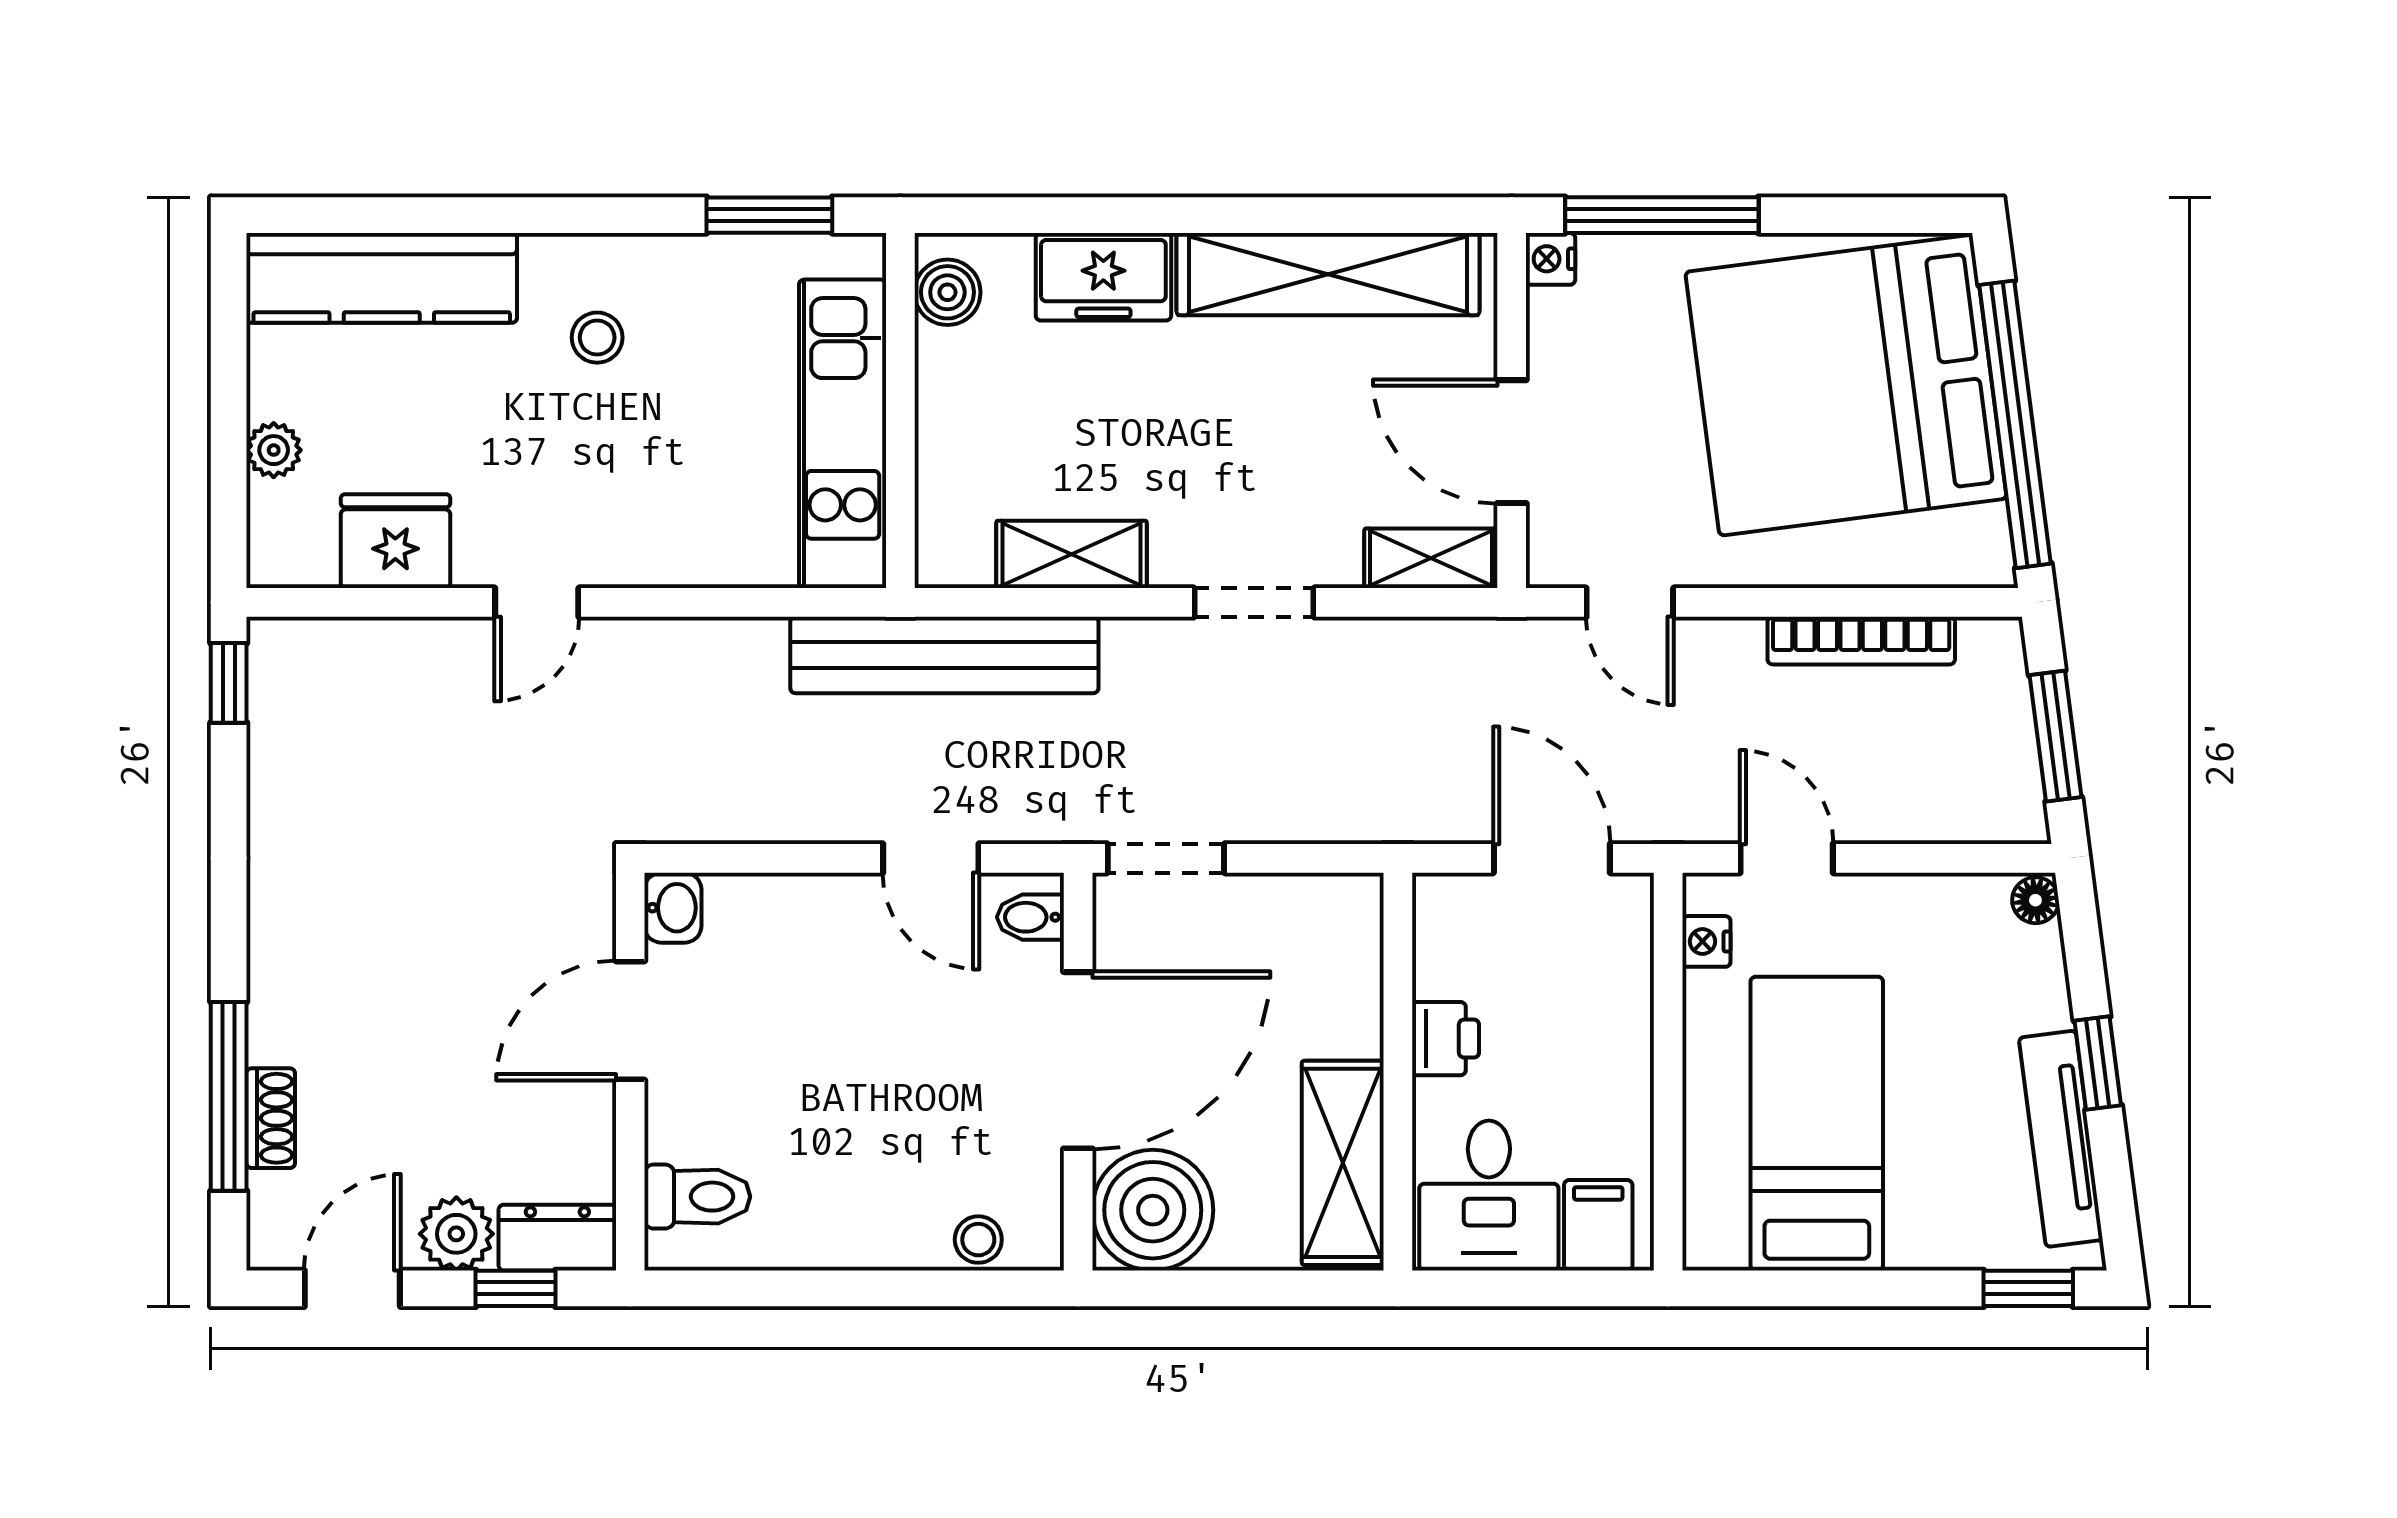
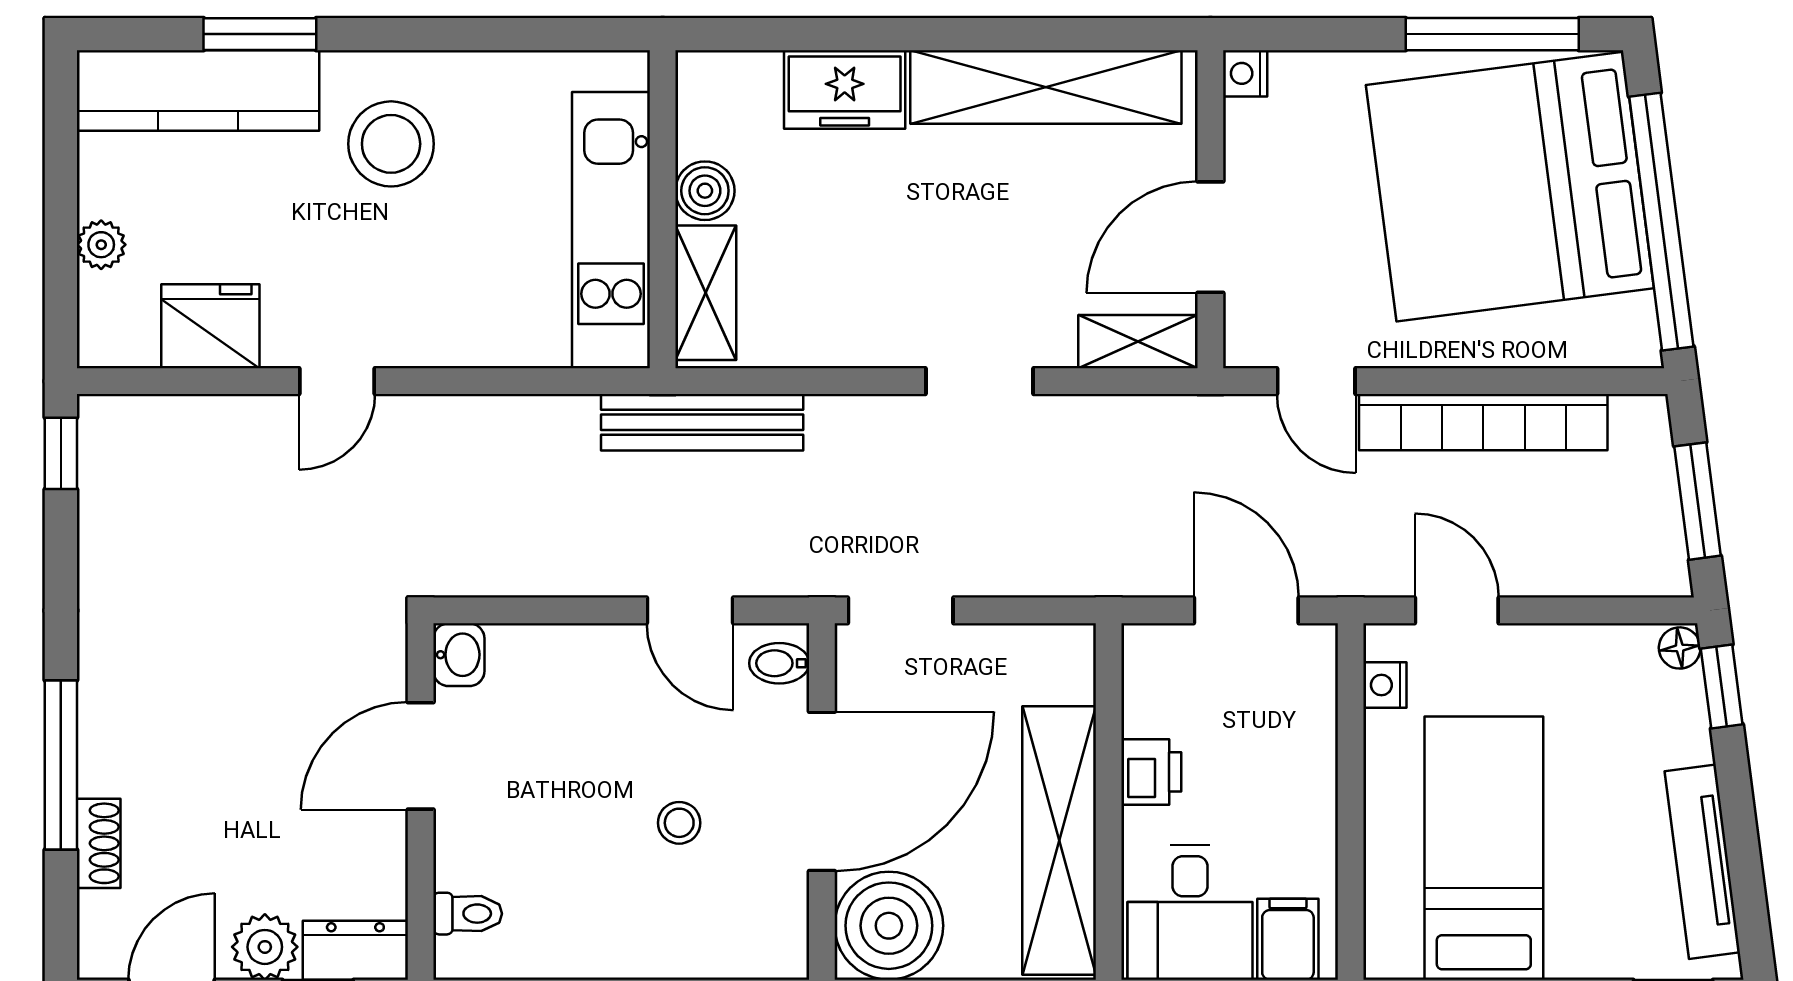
window: (769, 215) -> (260, 34), moved
window: (1662, 215) -> (1492, 34), moved
boiler: (947, 292) -> (705, 191), moved
stool: (597, 338) -> (391, 144), width x1.89, depth x1.89
door: (1512, 442) -> (1210, 237), hinge flipped
shelving: (1072, 554) -> (706, 293), moved, turned 90
bookcase: (1861, 641) -> (1483, 422), width x1.48, depth x1.31
bench: (944, 655) -> (702, 422), width x0.73, depth x0.82
window: (2098, 1063) -> (1722, 686), moved
window: (229, 1096) -> (61, 765), moved
shelving: (1343, 1163) -> (1059, 841), width x1.47
toilet: (697, 1197) -> (468, 914), width x0.73, depth x0.72
stool: (978, 1240) -> (679, 823), moved

